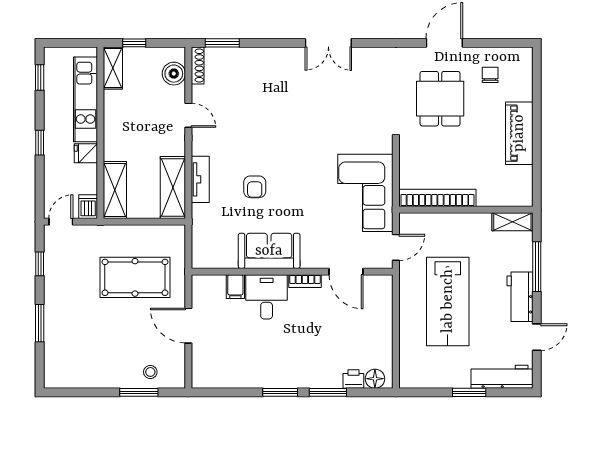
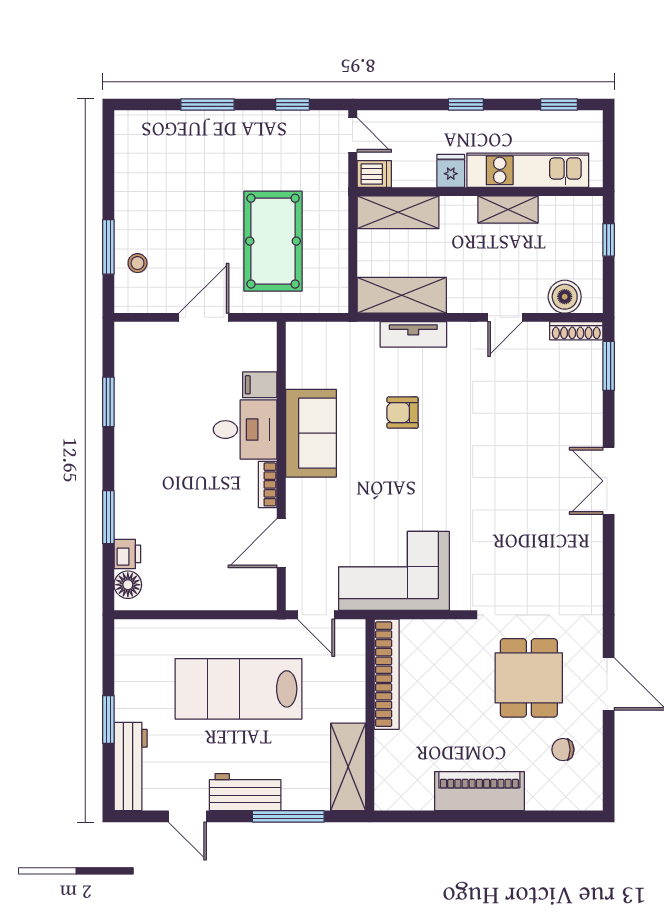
double door: (328, 43) -> (609, 481), moved
shelving: (113, 68) -> (508, 210), moved
chair: (490, 75) -> (563, 750), turned 180
dining table: (440, 99) -> (529, 678), turned 90
shelving: (512, 222) -> (348, 767), width x1.50, depth x1.33
window: (280, 392) -> (108, 402), moved

